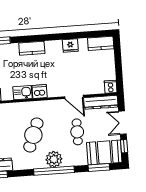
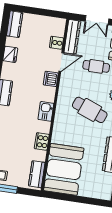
cooker: (111, 87) -> (56, 43), moved
dishwasher: (40, 91) -> (51, 79), moved

